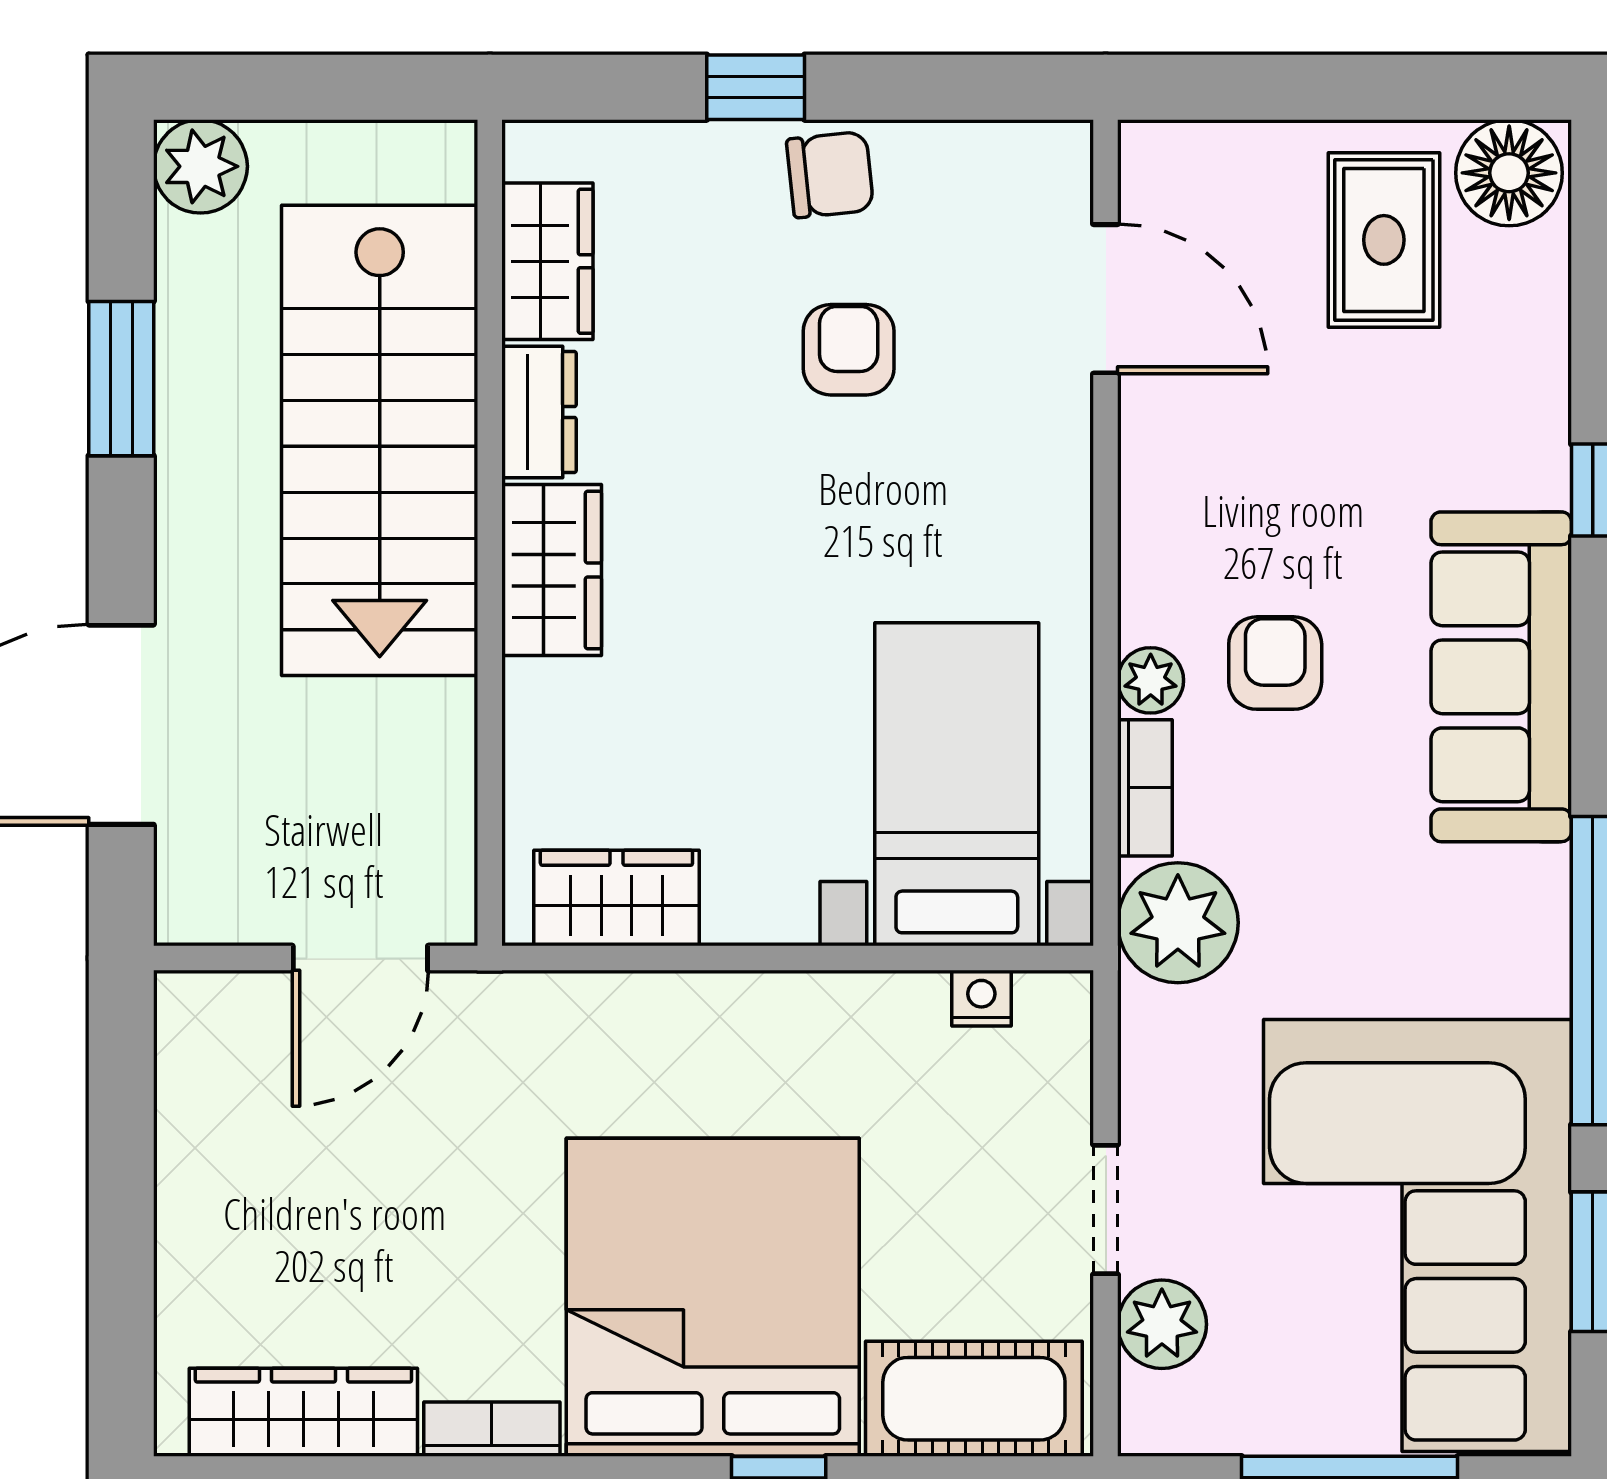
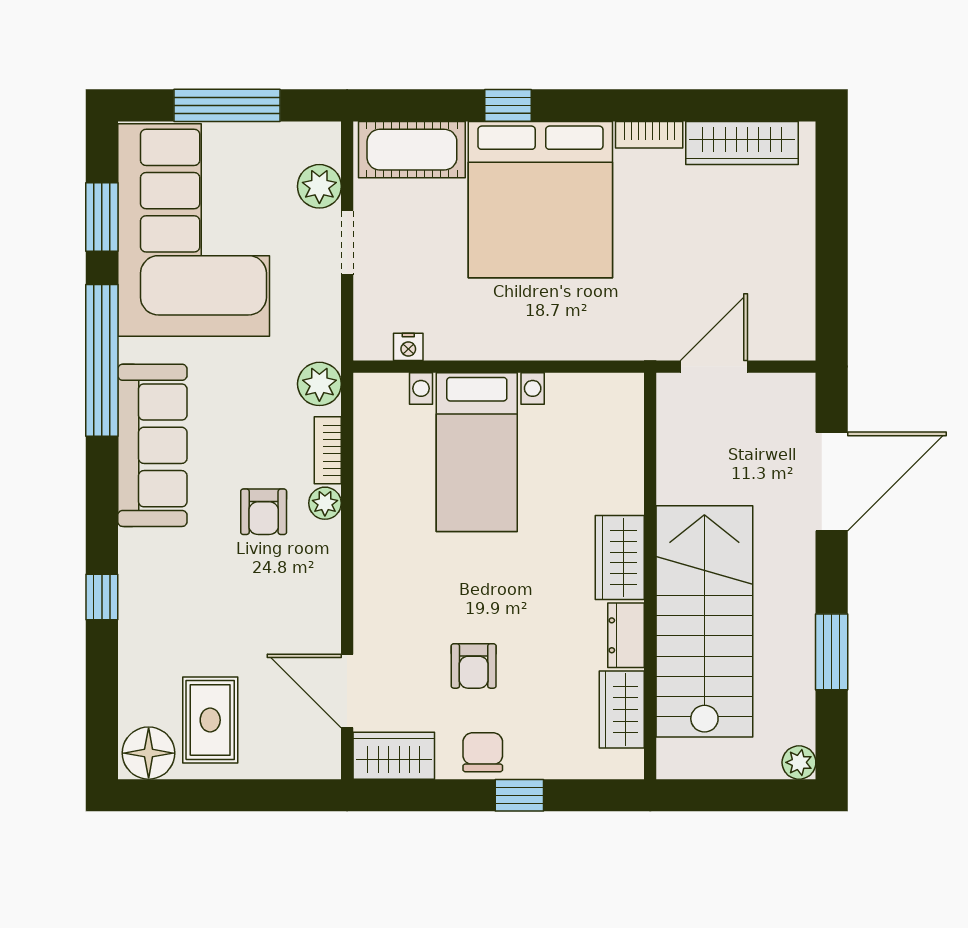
plant: (200, 166) -> (799, 762), width x0.73, depth x0.73
chair: (830, 175) -> (483, 752), turned 96
sofa: (1501, 677) -> (152, 445), moved
bed with nightstands: (957, 784) -> (477, 452), moved
wardrobe: (616, 898) -> (394, 756), moved, turned 180
plant: (1178, 923) -> (319, 384), width x0.73, depth x0.73

